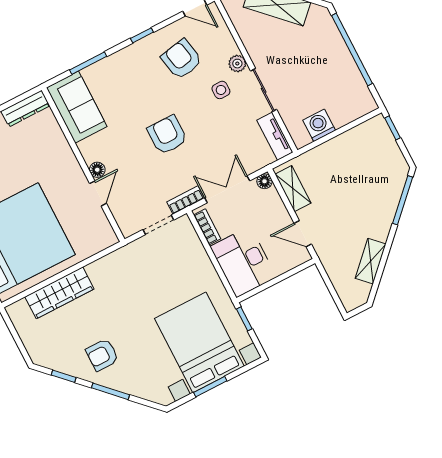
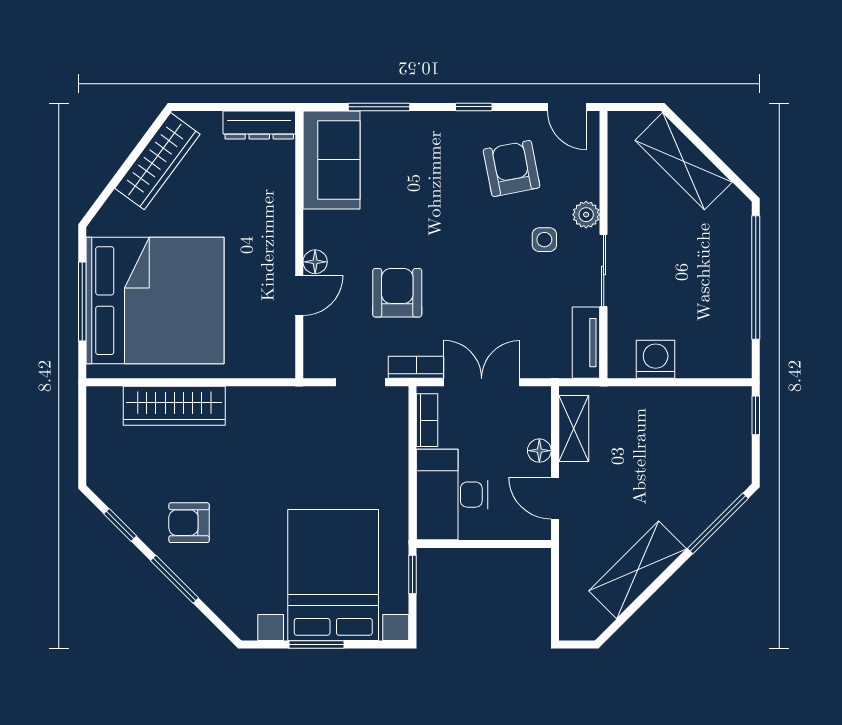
armchair: (167, 135) -> (397, 293), moved
floor lamp: (264, 181) -> (539, 451), moved
shelving: (371, 261) -> (638, 570), width x1.50, depth x1.33

